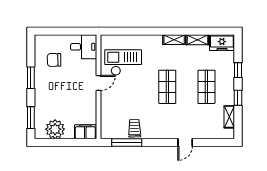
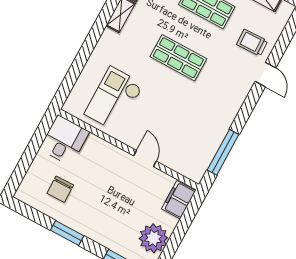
door: (98, 83) -> (145, 159), moved
trolley: (134, 128) -> (252, 43), moved

